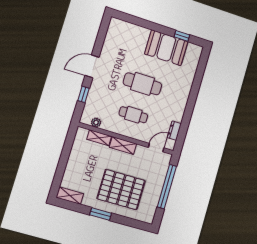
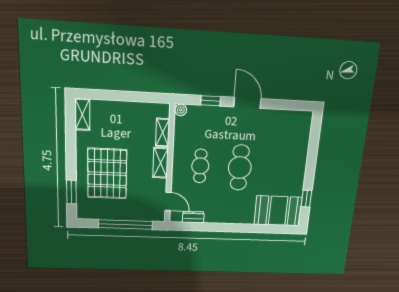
booth: (166, 48) -> (278, 211), moved, turned 90
plant: (96, 122) -> (181, 110), moved
window: (101, 214) -> (71, 192), moved

